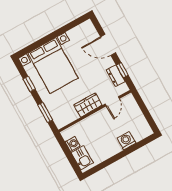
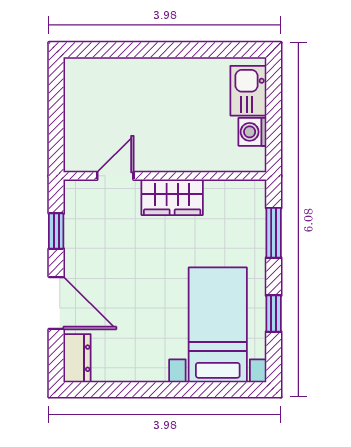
bed with nightstands: (53, 66) -> (218, 325), width x0.73
dresser: (116, 76) -> (77, 358), moved
washing machine: (126, 141) -> (132, 74), removed

